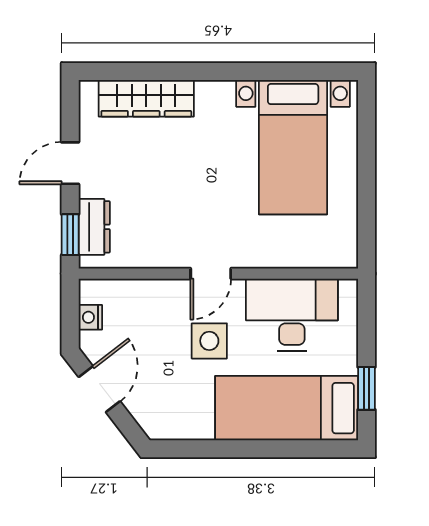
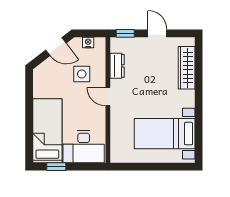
dresser: (94, 227) -> (117, 66), moved, turned -90
desk: (292, 315) -> (84, 147), moved, turned 90
side table: (209, 341) -> (82, 74), moved

